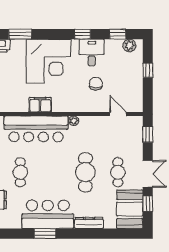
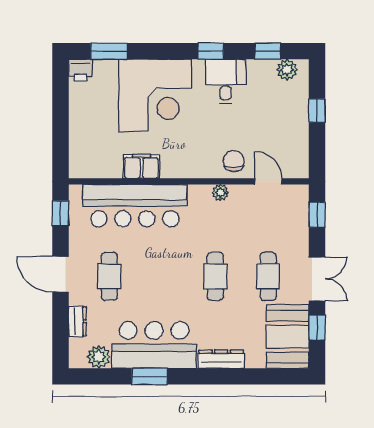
chair: (96, 84) -> (234, 161), moved
plant: (74, 121) -> (220, 193), moved
cafe table: (85, 172) -> (215, 276), width x0.73, depth x0.74
plant: (14, 222) -> (99, 357), added

